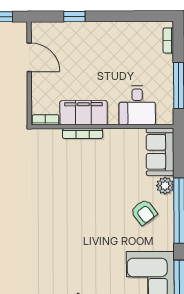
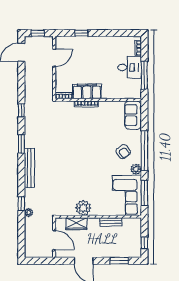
door: (29, 57) -> (54, 58), hinge flipped
desk: (137, 105) -> (130, 67), moved, turned -90
plant: (165, 186) -> (136, 169), moved

